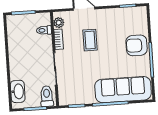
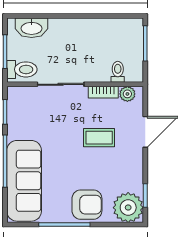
plant: (137, 17) -> (128, 208), added
armchair: (137, 45) -> (87, 205), turned 90

